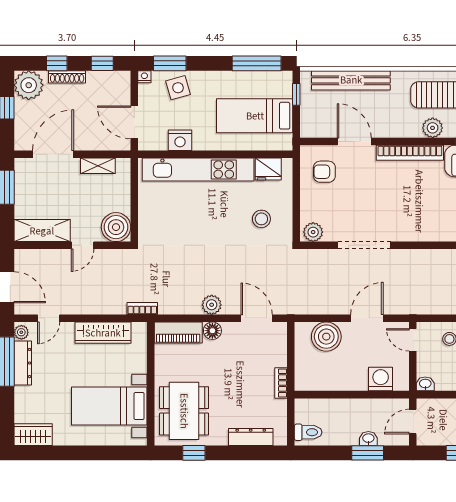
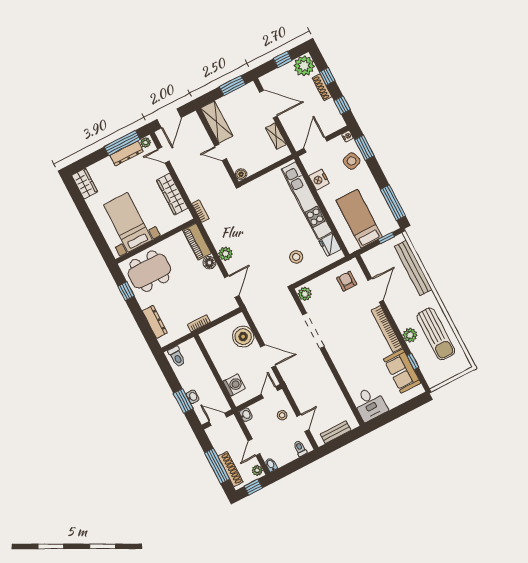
boiler: (116, 227) -> (241, 174), width x0.54, depth x0.54

